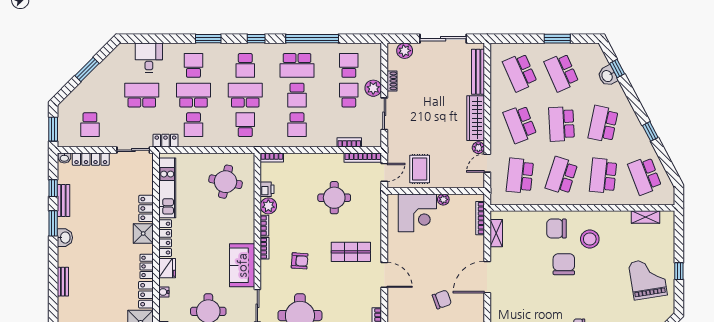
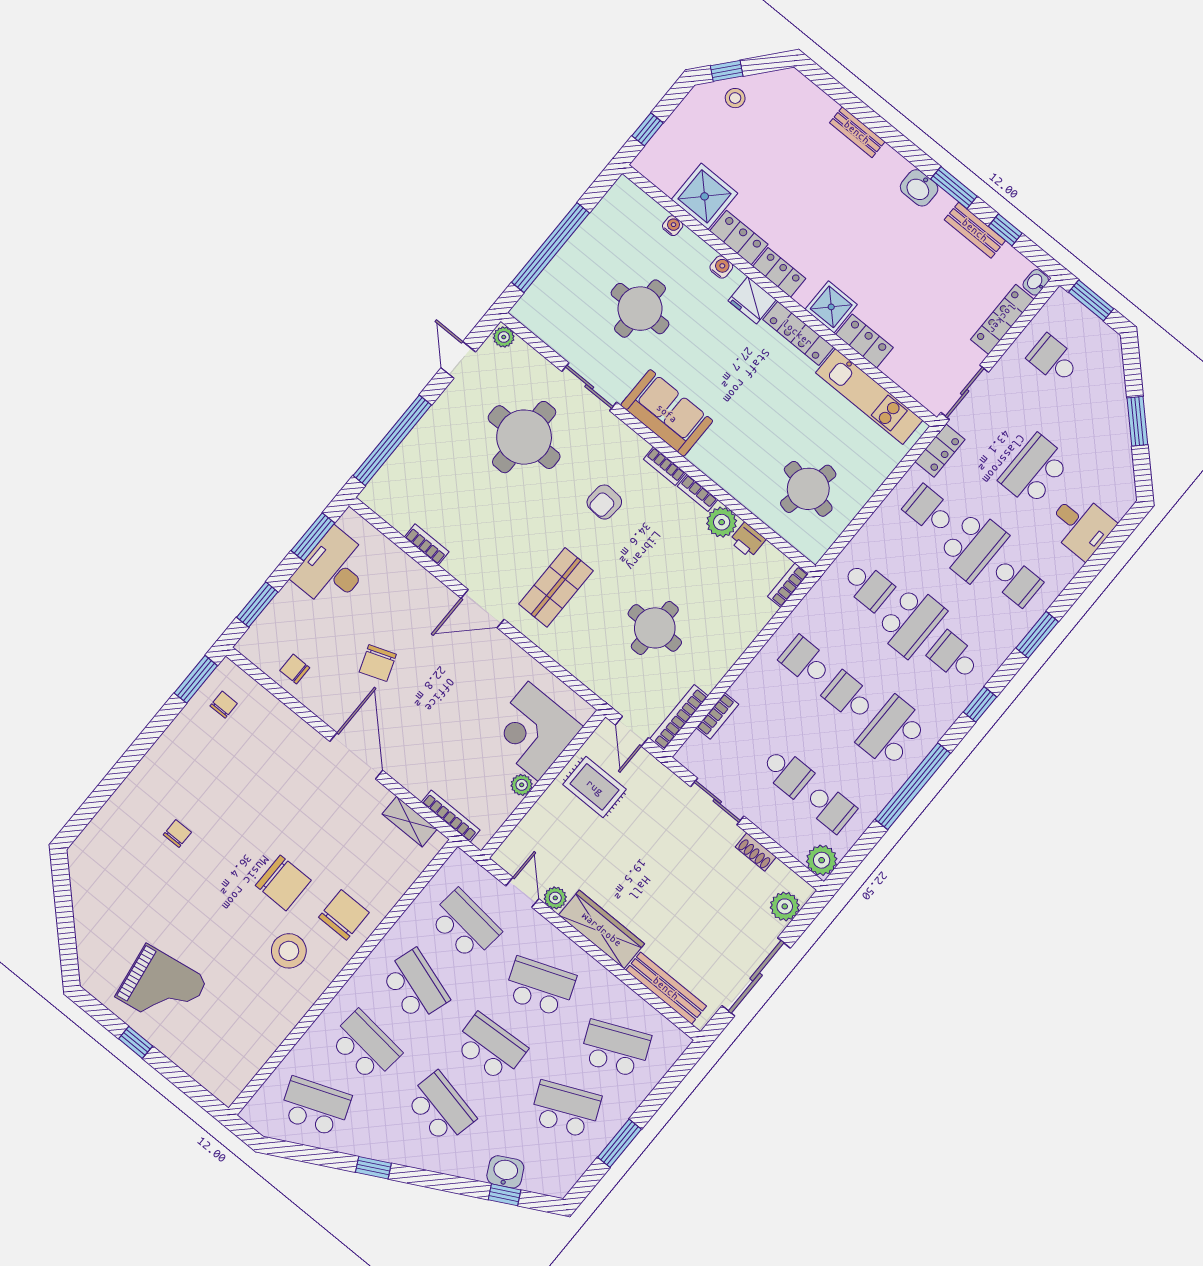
plant: (373, 88) -> (822, 860), moved
school desk: (142, 95) -> (1035, 470), turned 180
shelving: (646, 217) -> (254, 1058), removed

